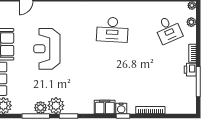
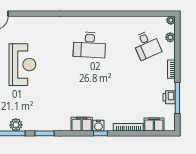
reception desk: (47, 49) -> (22, 65), turned 180
printer: (190, 70) -> (169, 97), moved
plant: (56, 106) -> (32, 123), removed
filing cabinet: (175, 107) -> (154, 125), added

